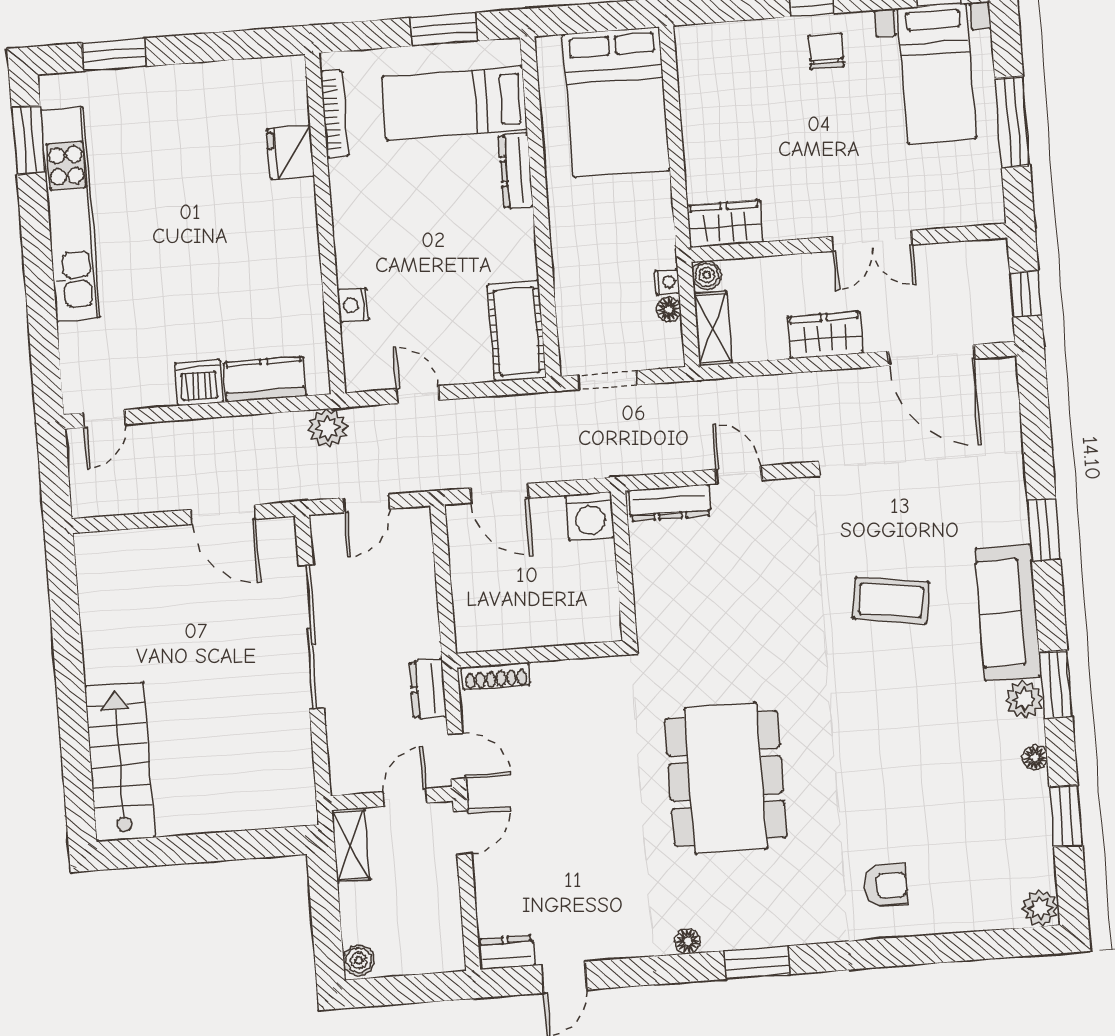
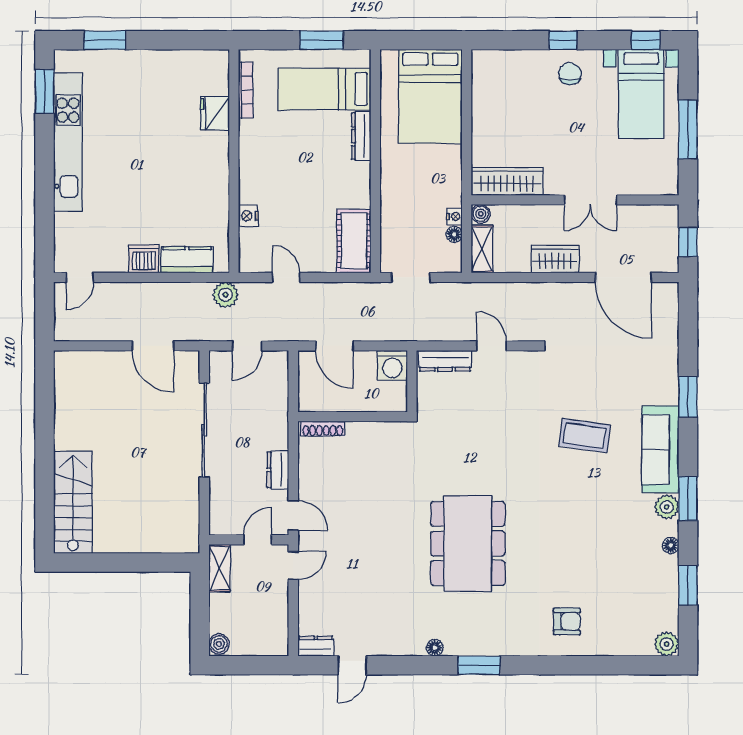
wardrobe: (725, 224) -> (507, 181), width x1.50
wall: (540, 654) -> (353, 417), moved
shoe rack: (496, 676) -> (323, 429), moved

